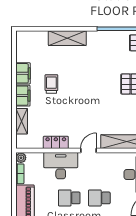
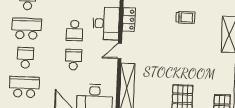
door: (89, 151) -> (120, 51), swing flipped
school desk: (69, 198) -> (75, 30), turned 180

